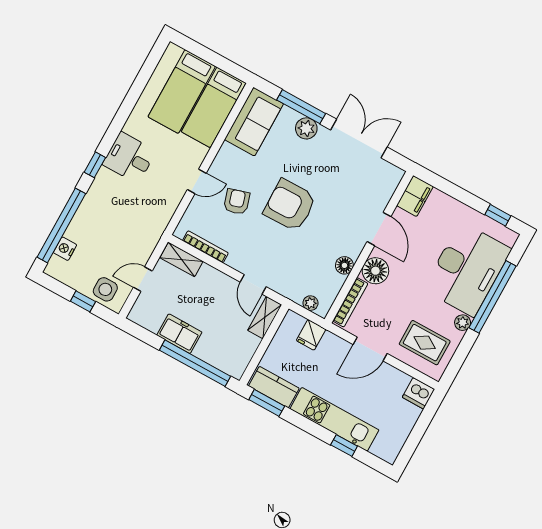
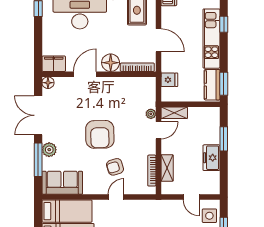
door: (197, 181) -> (116, 197), hinge flipped
shelving: (182, 260) -> (167, 168), moved
floor lamp: (344, 265) -> (48, 83), moved
plant: (310, 303) -> (151, 114), moved
window: (195, 363) -> (224, 139), width x0.47

